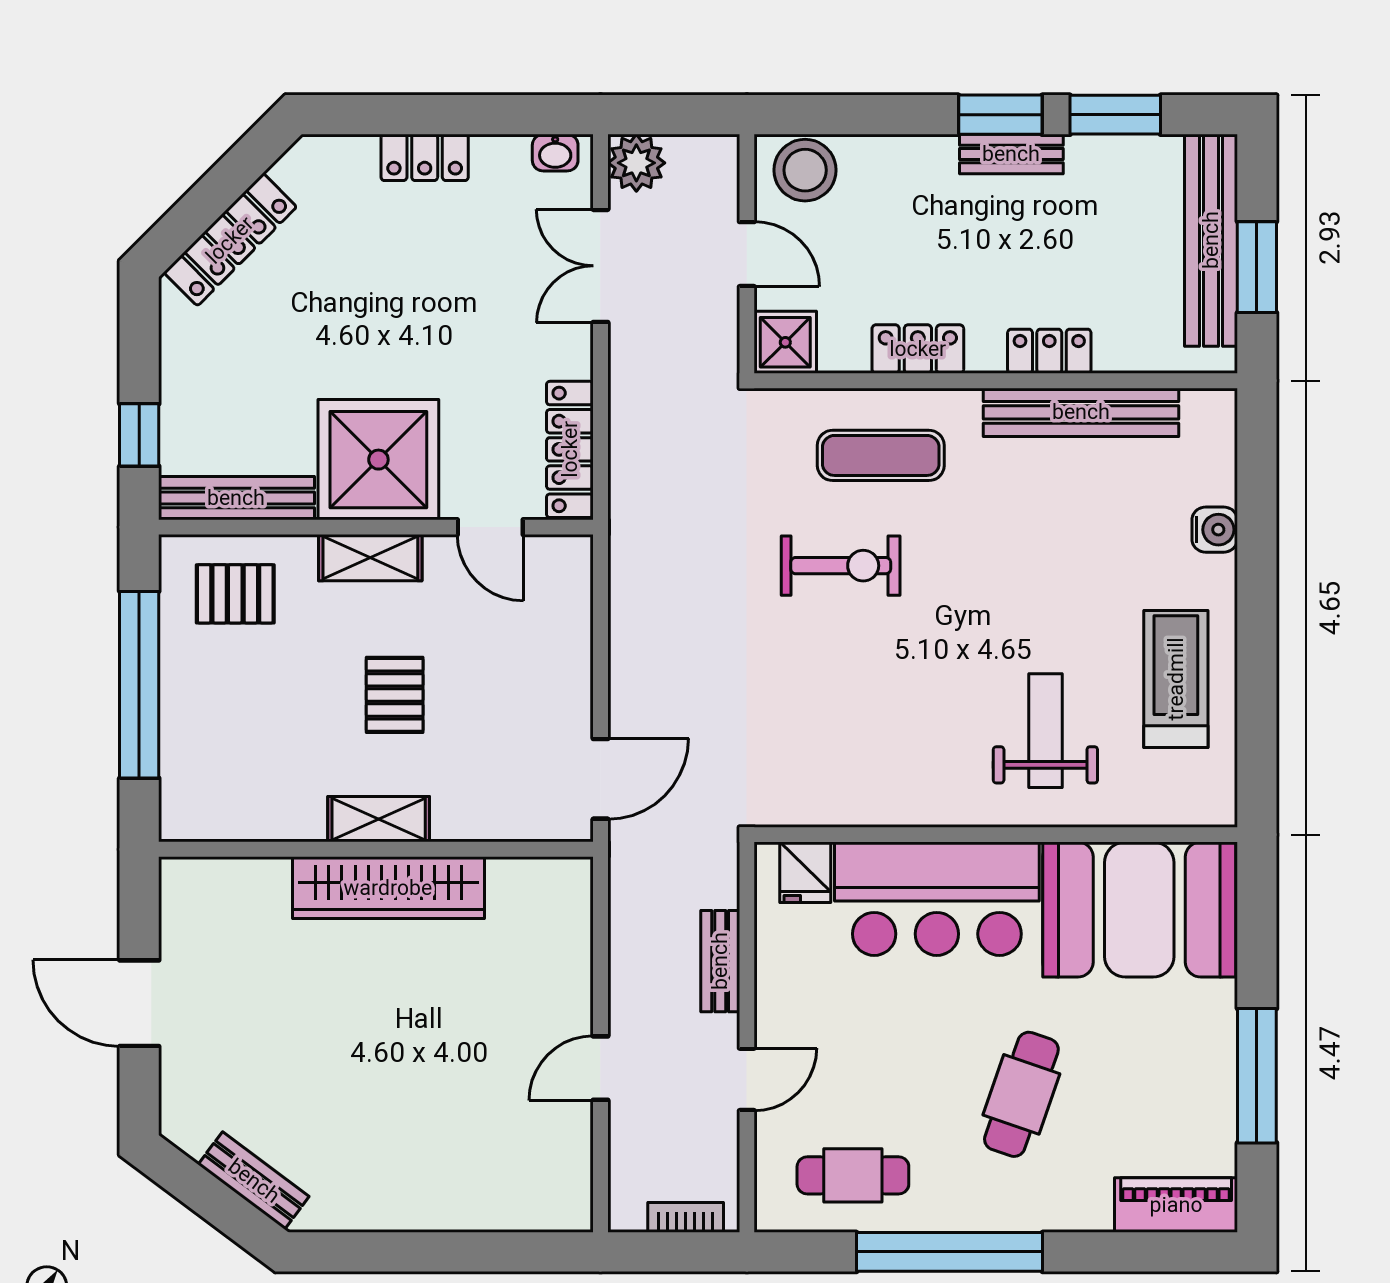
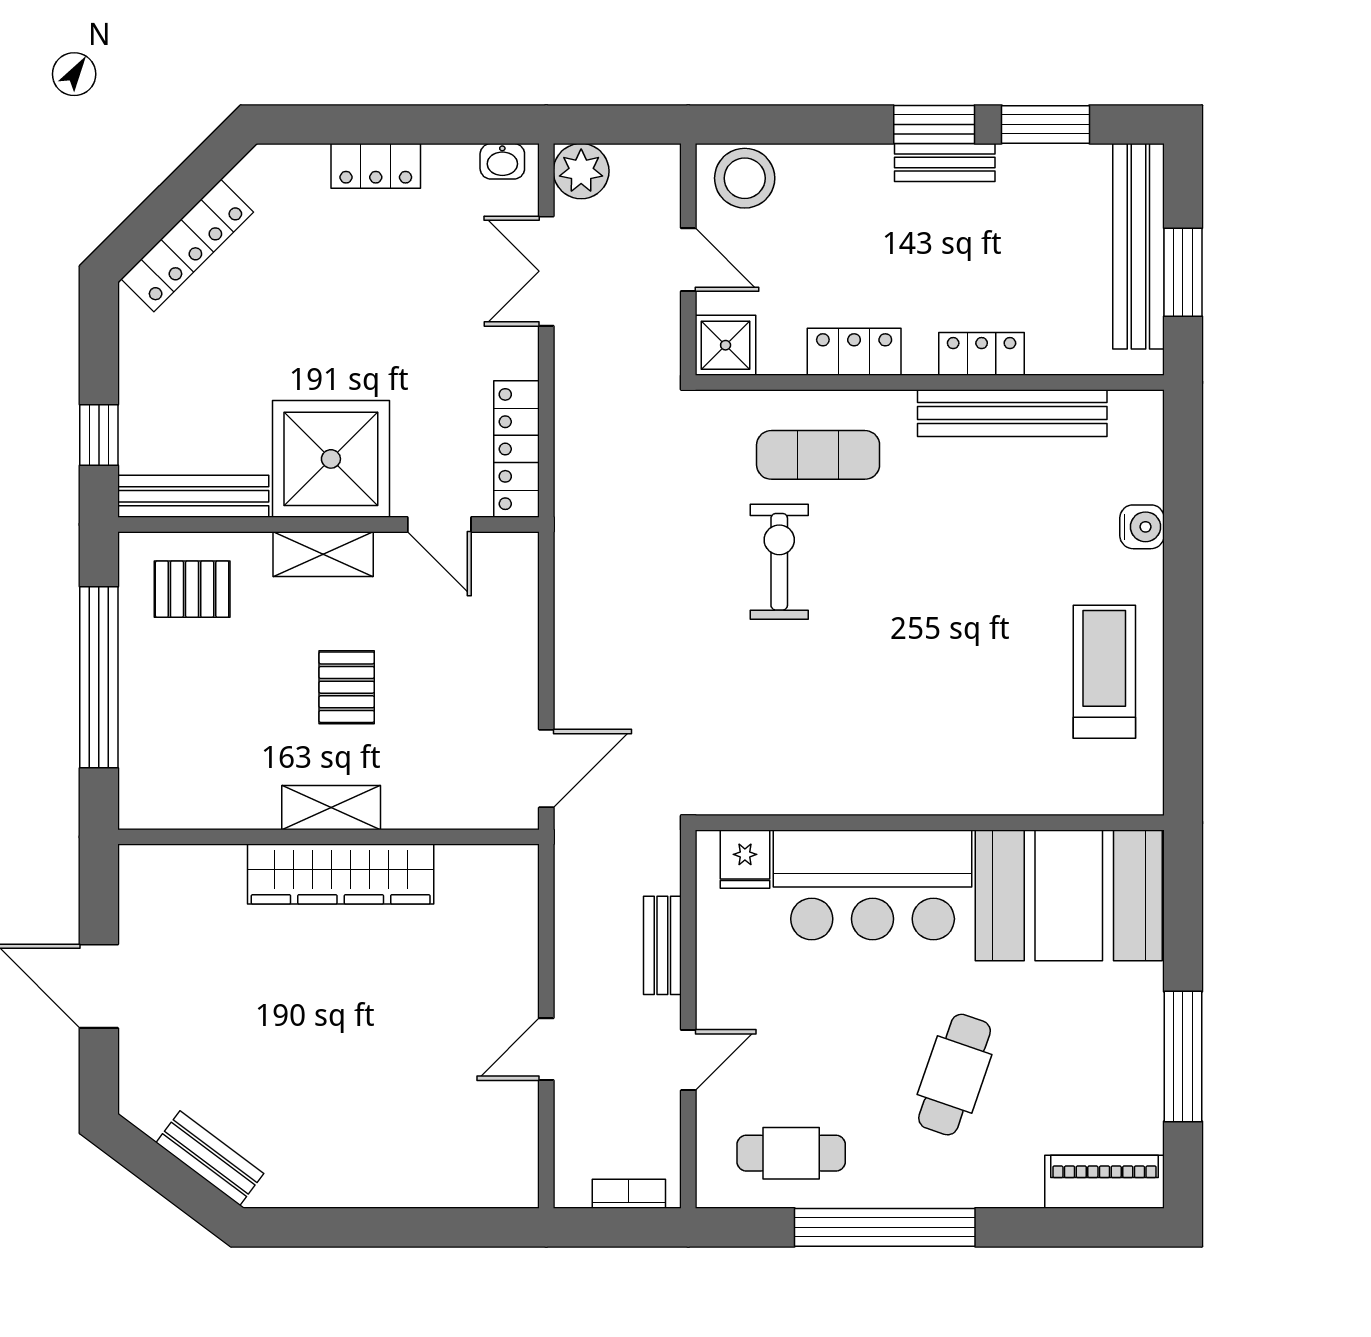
exercise bike: (841, 566) -> (779, 562), turned -90
weight bench: (1045, 731) -> (978, 722), removed

